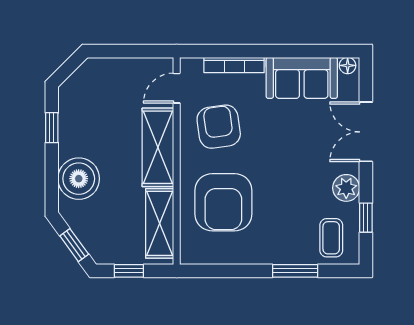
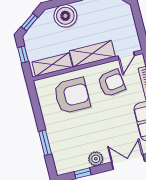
door: (177, 88) -> (126, 56), swing flipped
armchair: (223, 202) -> (72, 96), turned 180
coffee table: (331, 238) -> (67, 157), removed

